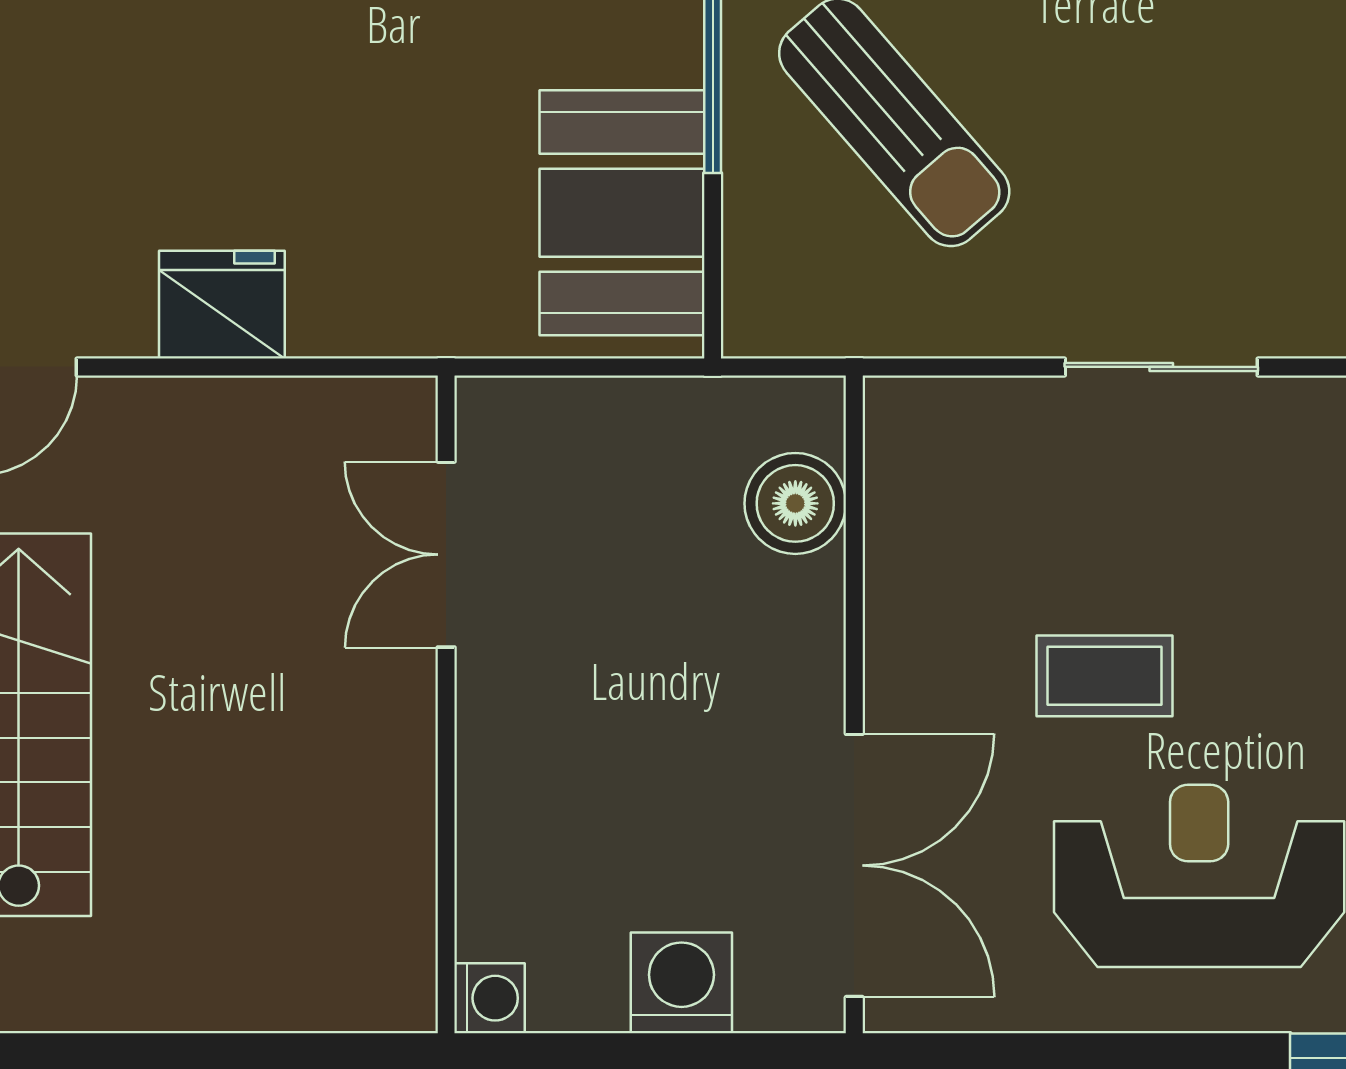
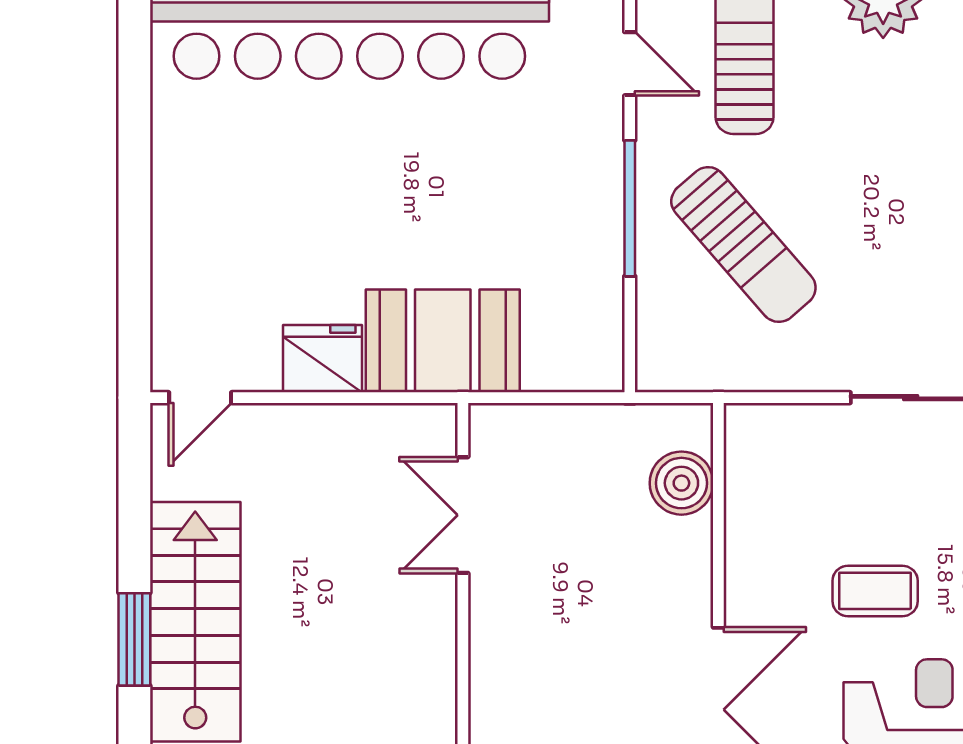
booth: (622, 213) -> (443, 341), moved, turned 90

